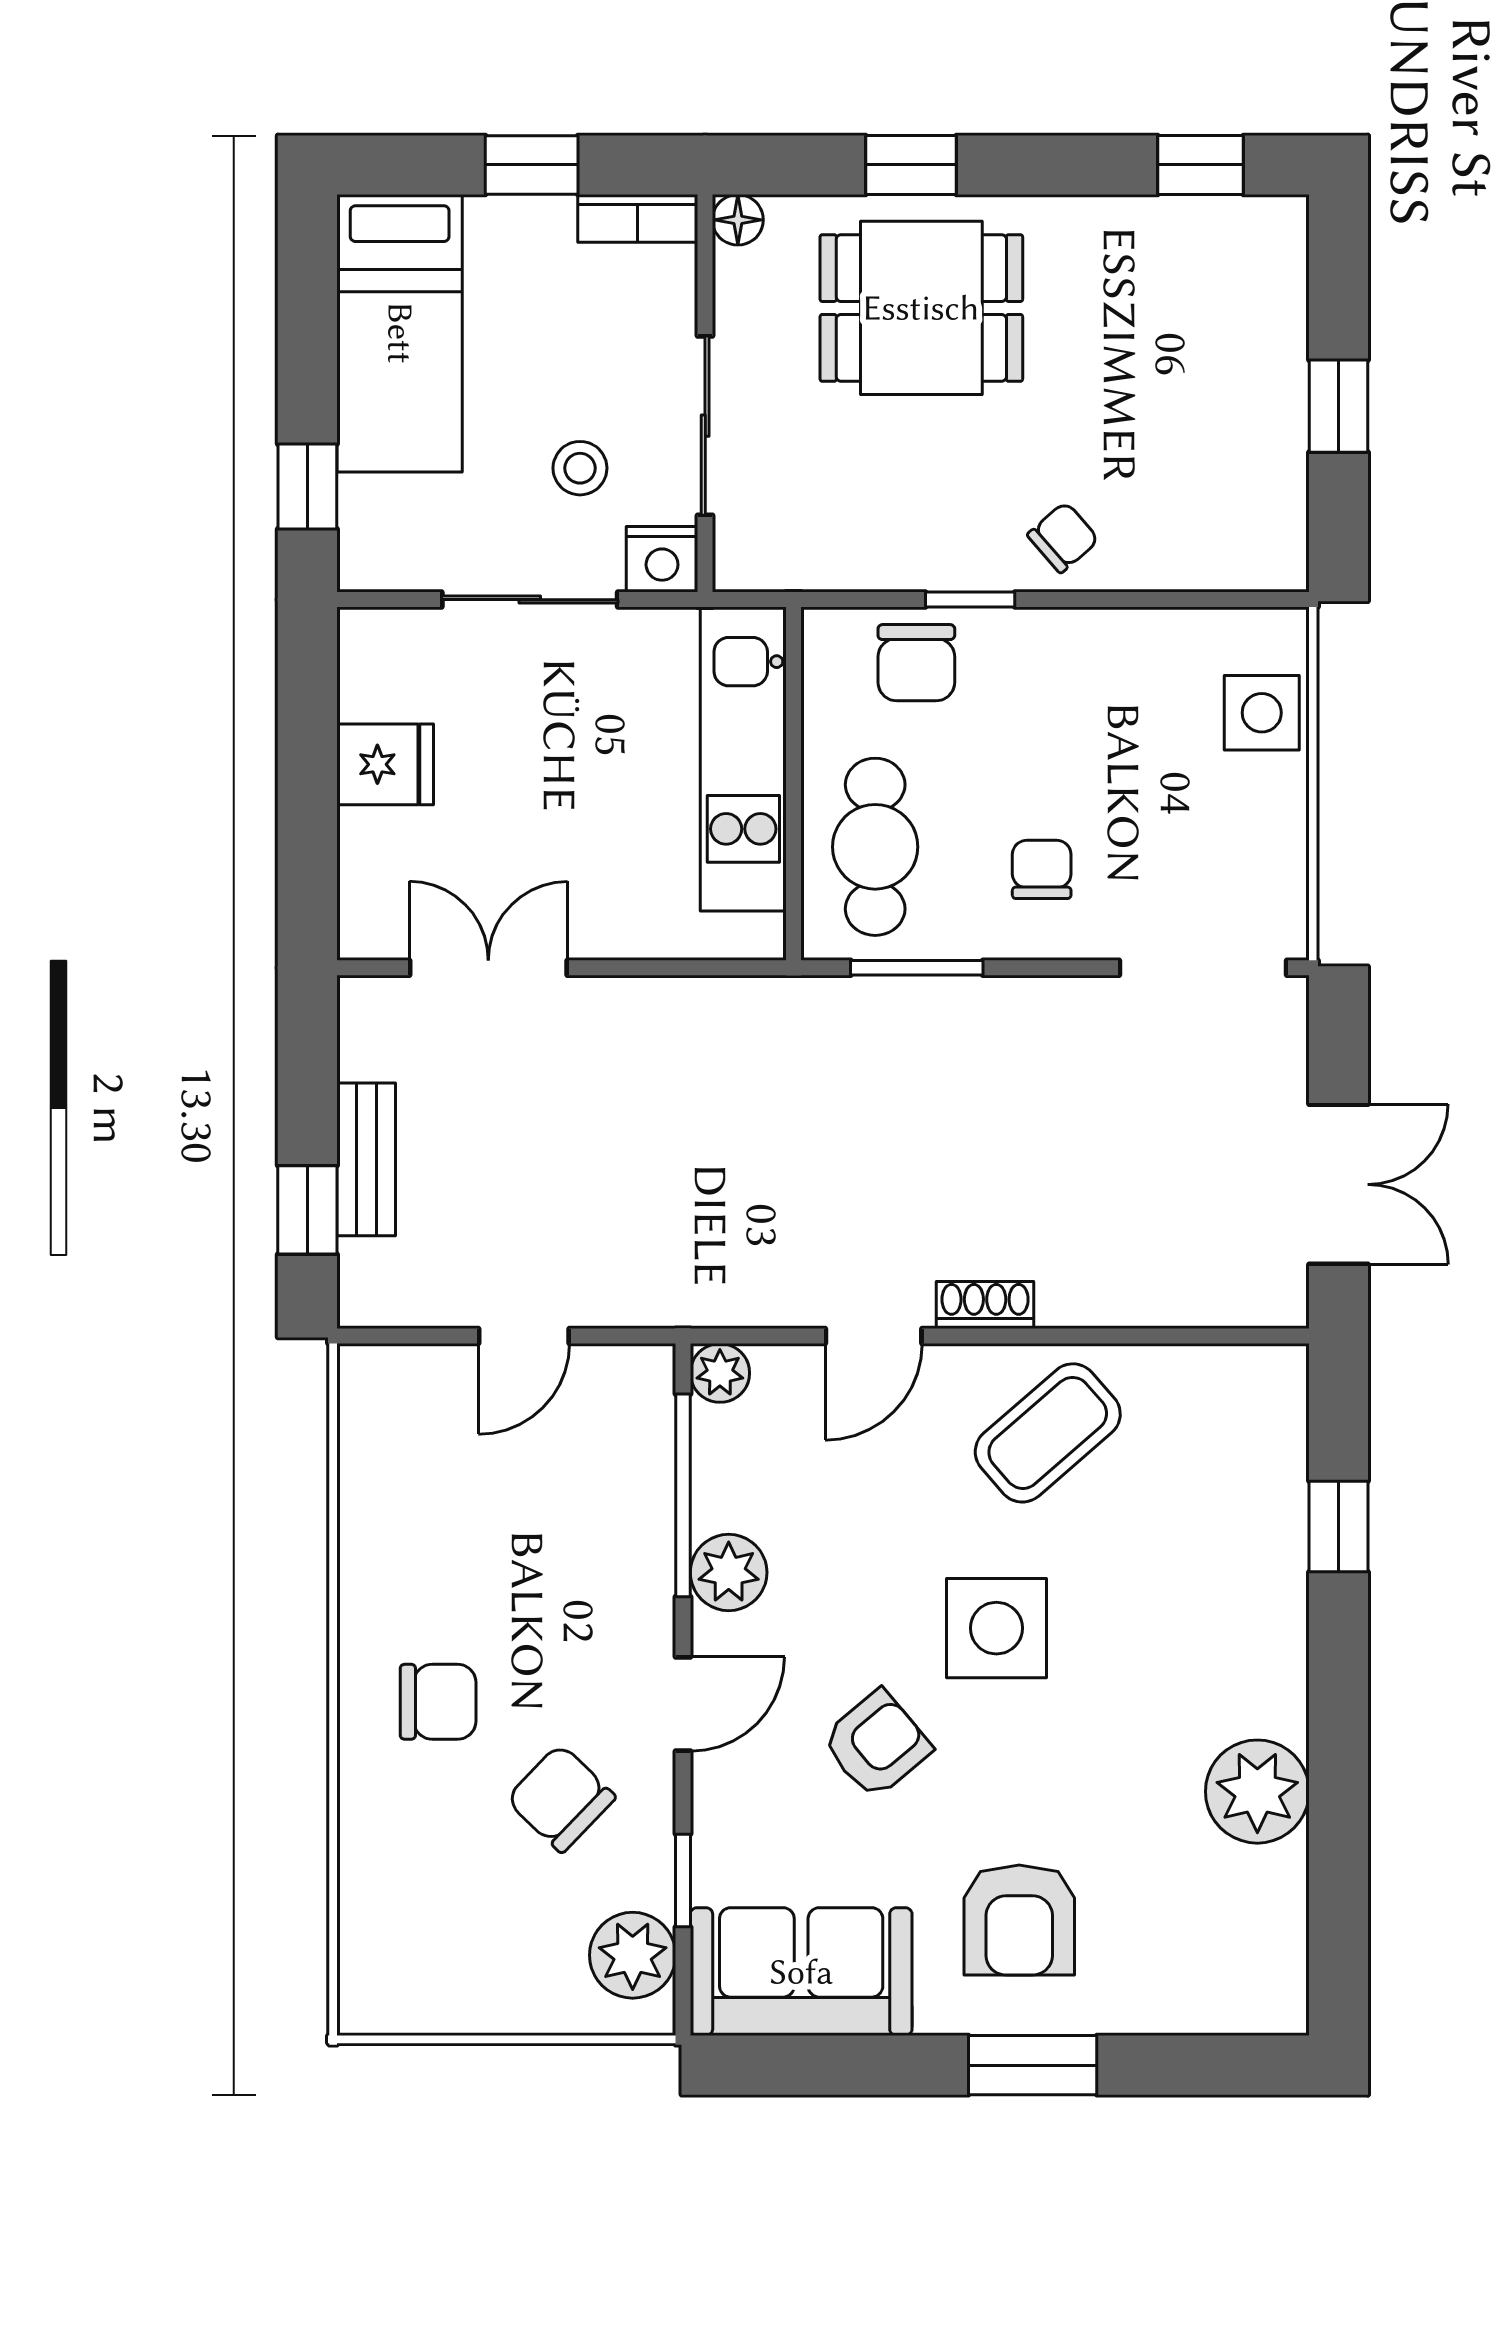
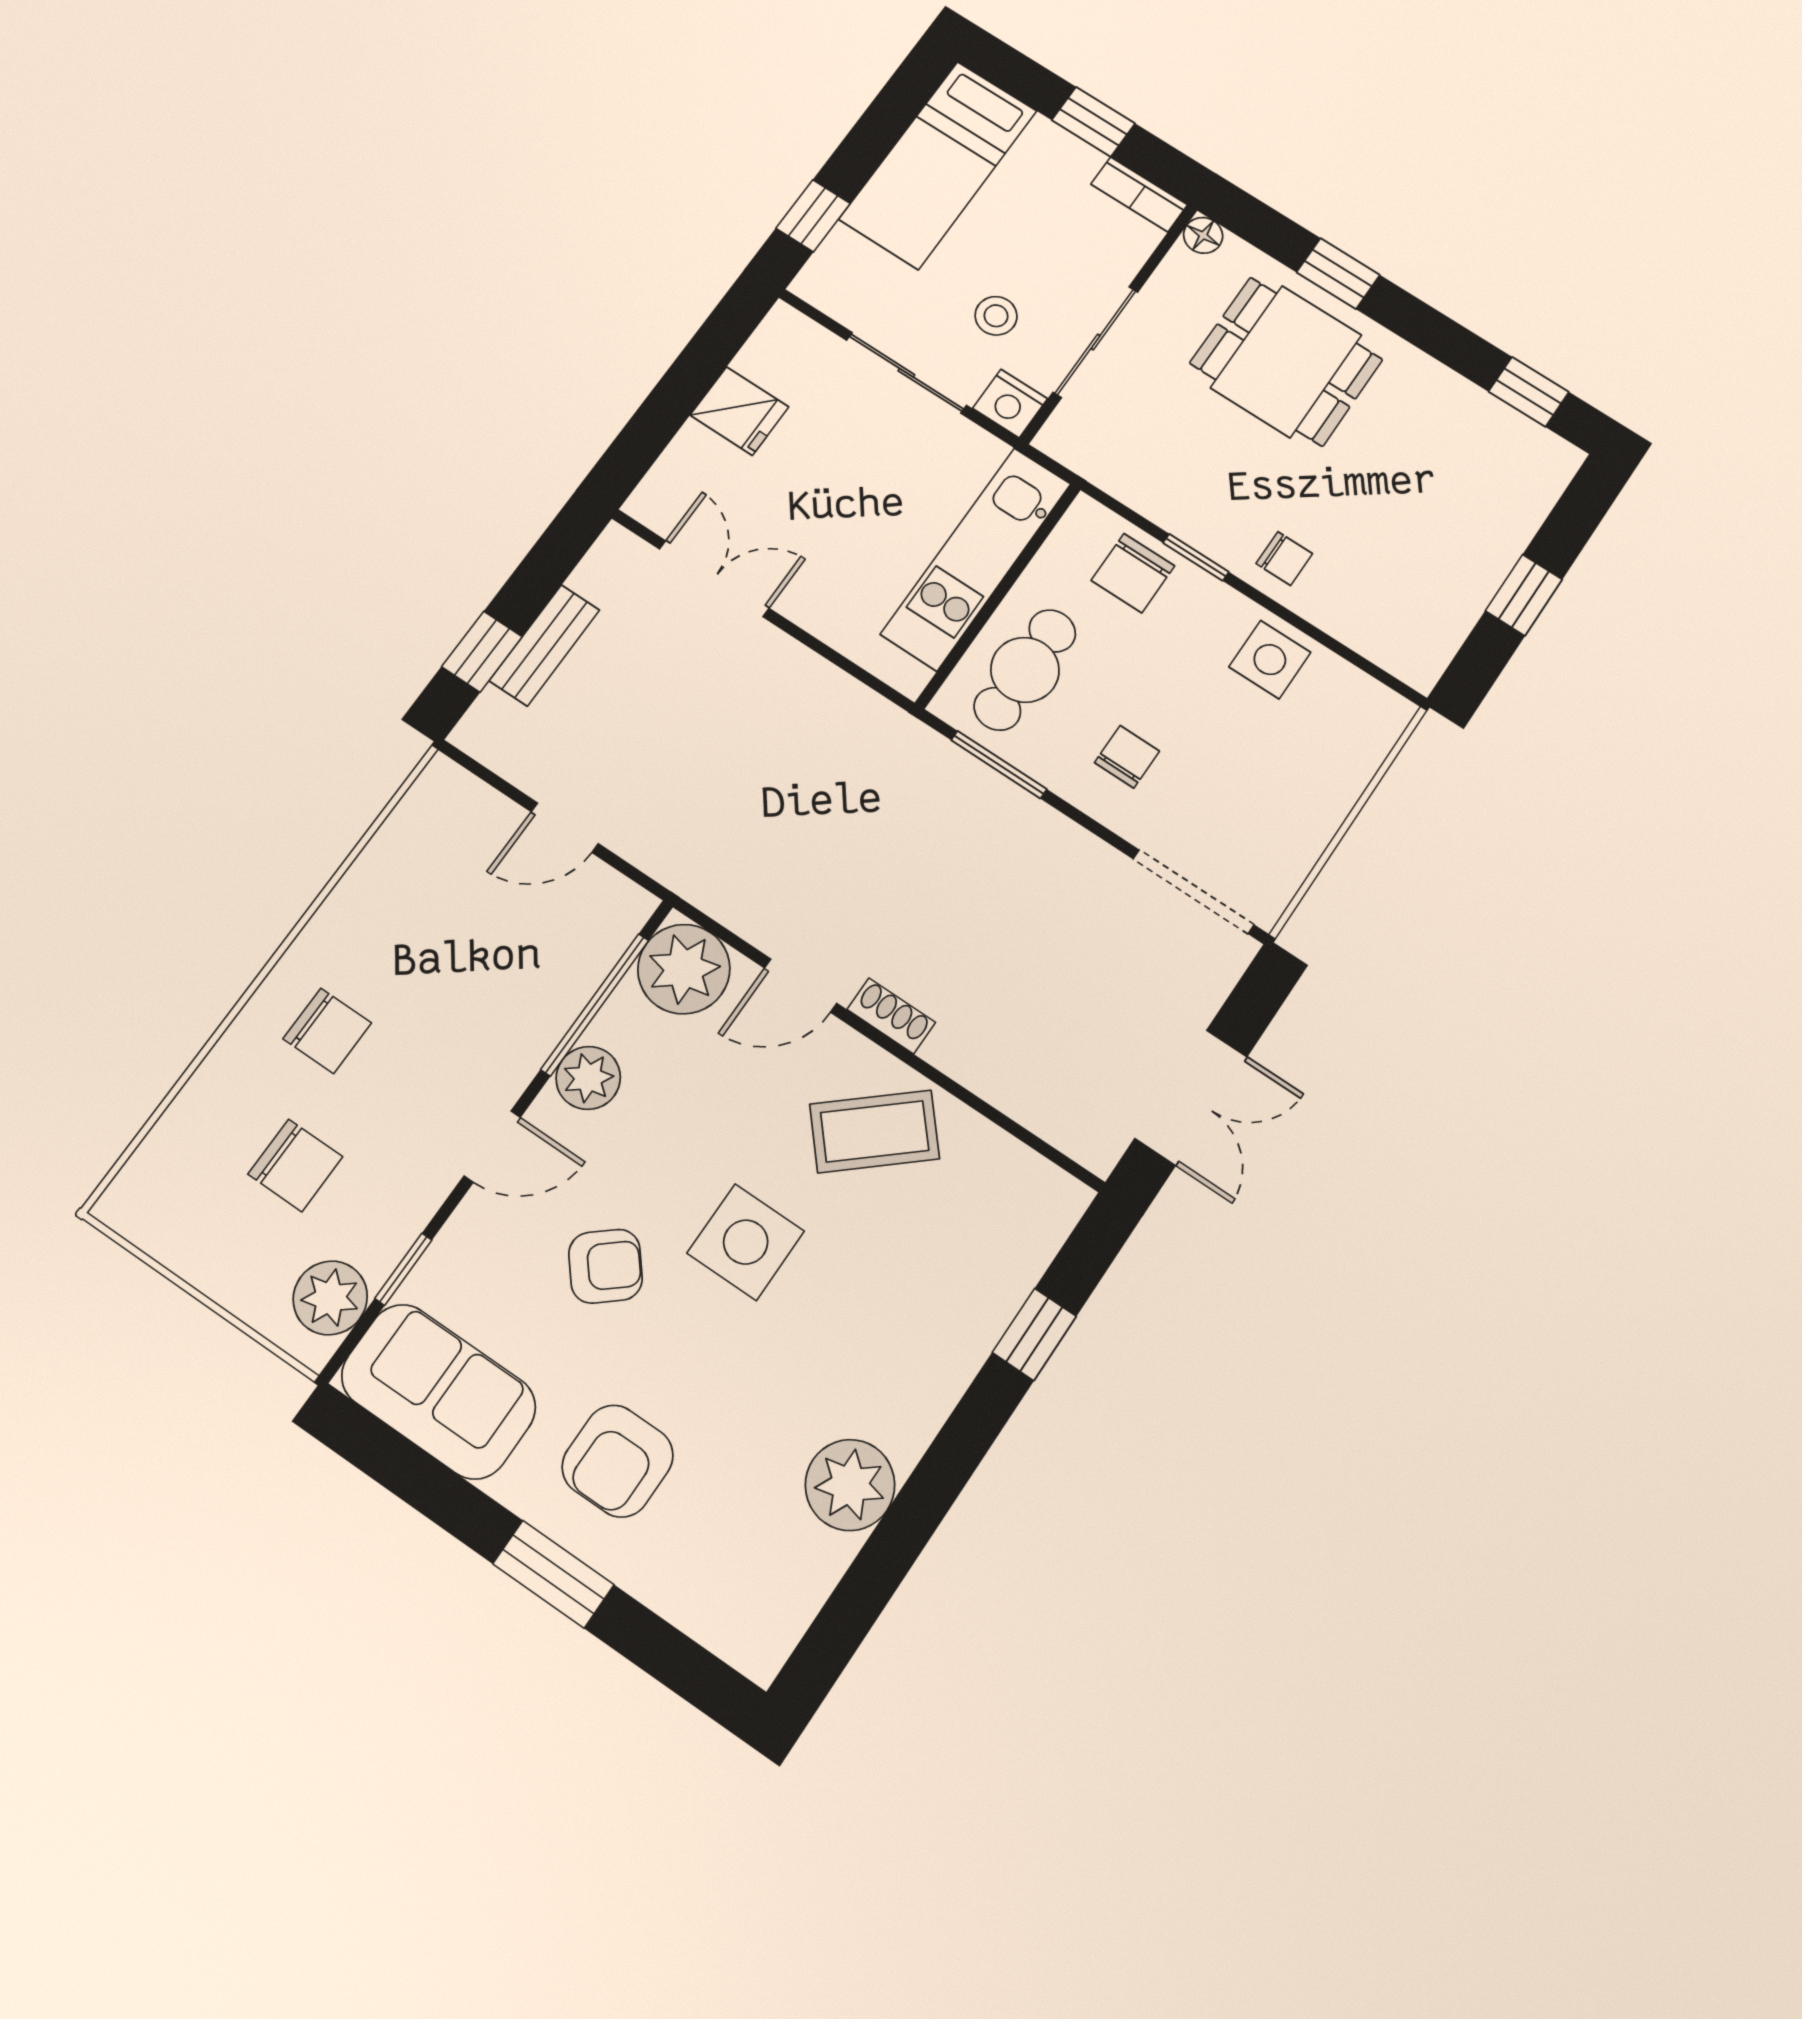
chair: (1063, 537) -> (1284, 559), turned 41
side table: (1262, 713) -> (1270, 660), moved
plant: (720, 1373) -> (684, 969), width x1.87, depth x1.87
chair: (561, 1798) -> (295, 1165), moved, turned 136

